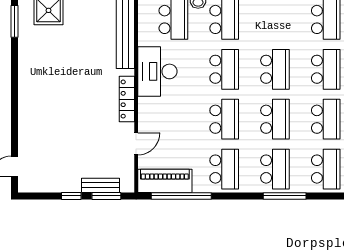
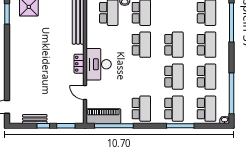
desk: (157, 71) -> (99, 64), moved
locker: (127, 99) -> (79, 64), width x0.66
school desk: (224, 119) -> (141, 77), removed
door: (136, 144) -> (85, 92), swing flipped
bench: (100, 185) -> (35, 119), moved

